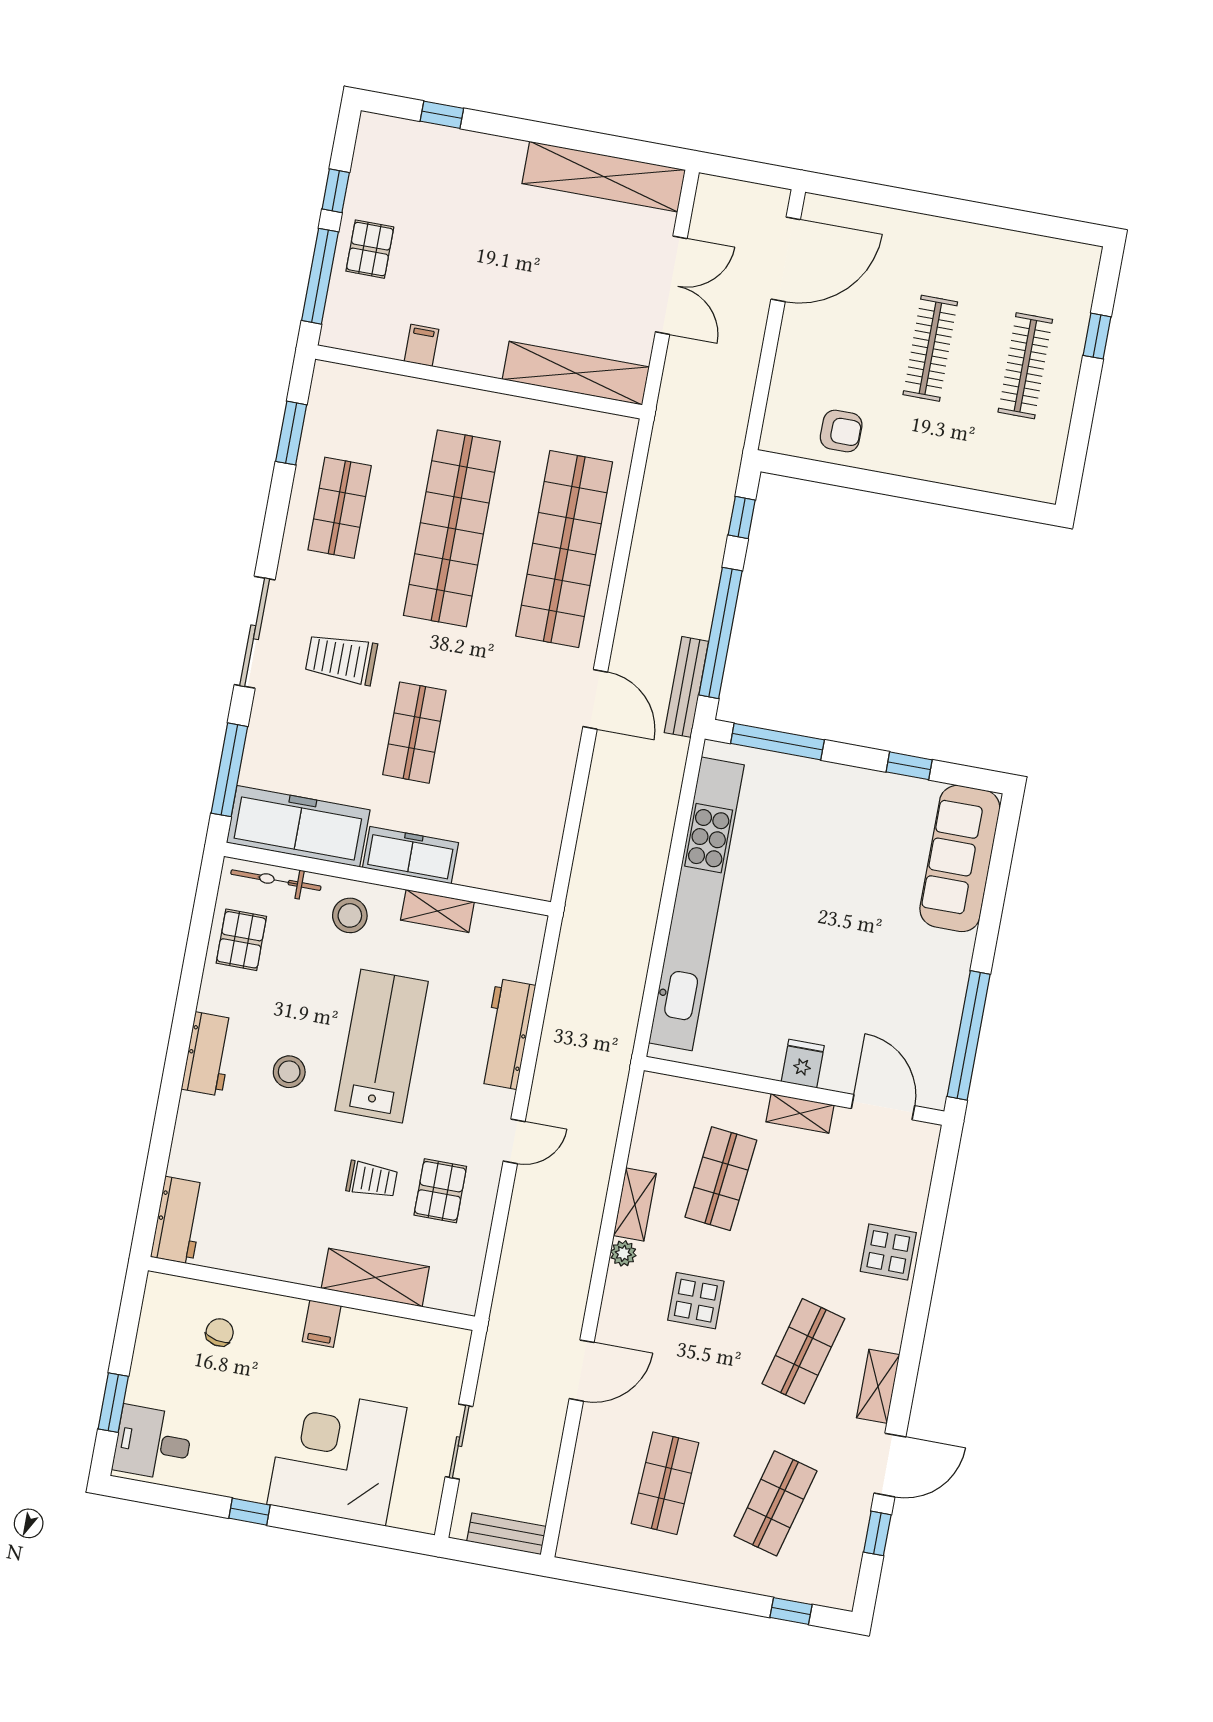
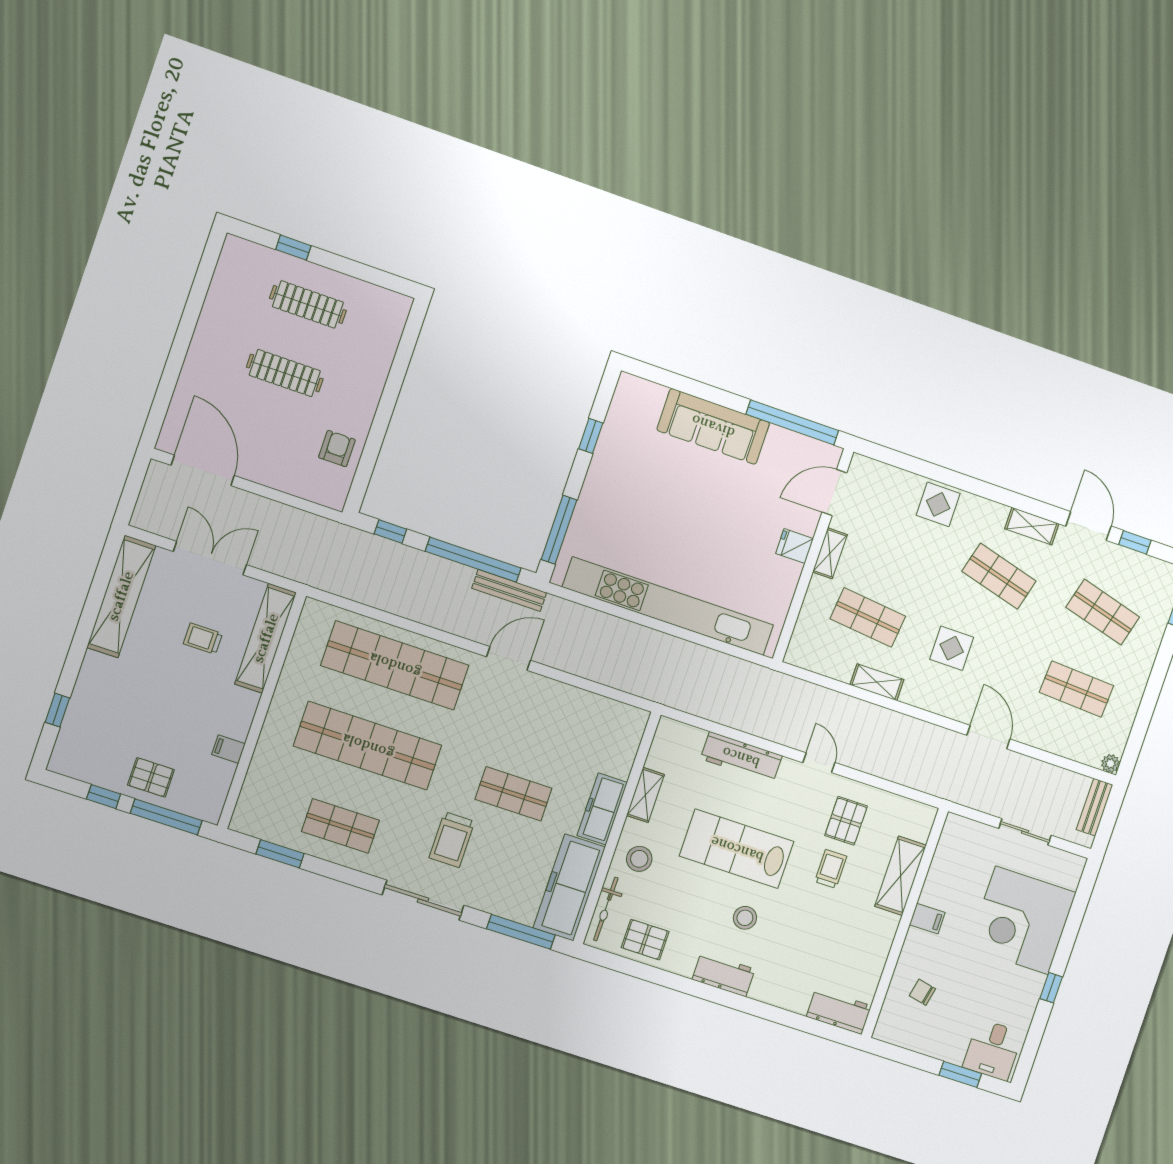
trolley: (563, 291) -> (203, 639), added
sofa: (960, 858) -> (713, 426), moved
pallet: (440, 1191) -> (846, 821), turned 90
plant: (623, 1253) -> (1110, 764), moved

